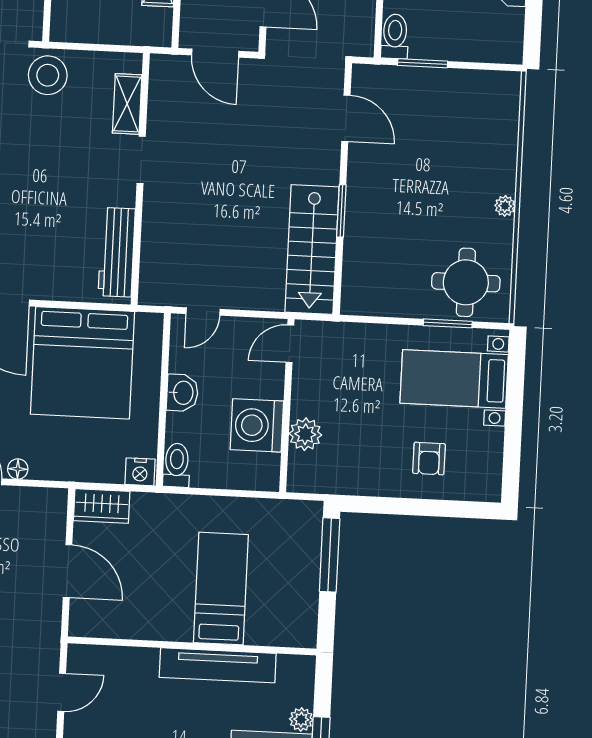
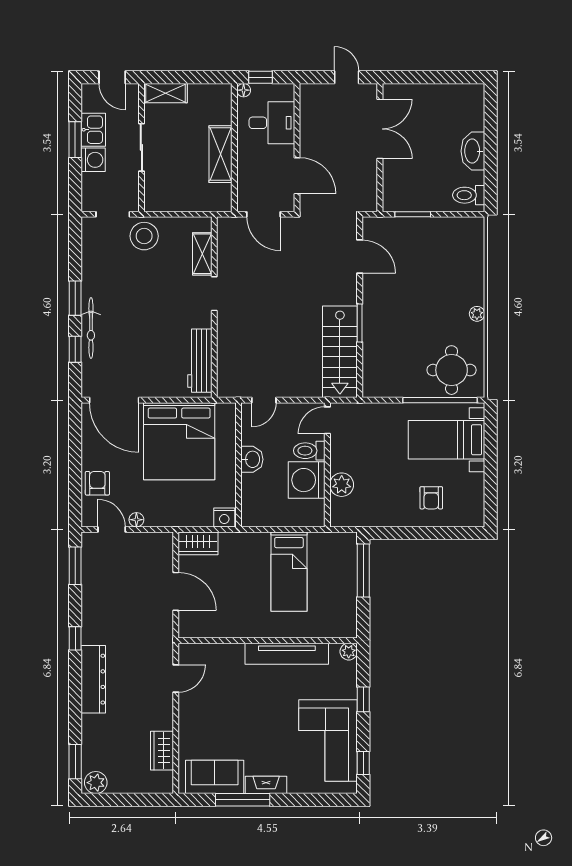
toilet: (395, 36) -> (469, 195), moved, turned -90
window: (448, 323) -> (440, 400), width x2.11
toilet: (177, 465) -> (309, 451), moved, turned -90
bed: (221, 589) -> (289, 572), moved, turned 180
plant: (301, 719) -> (349, 652), moved

